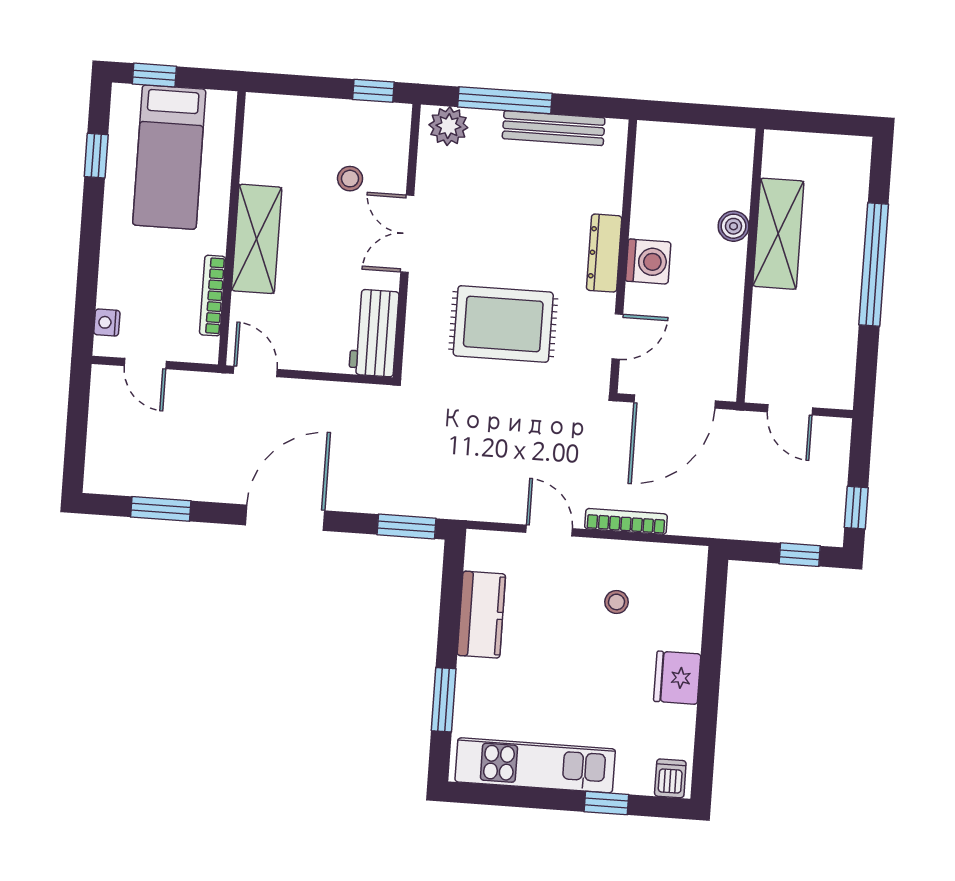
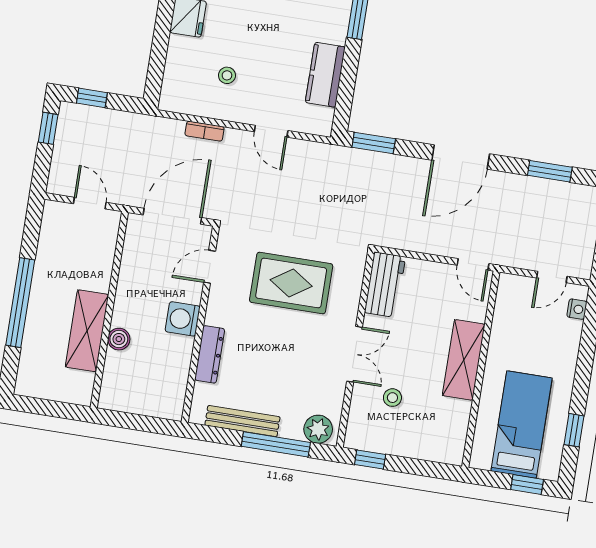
dresser: (604, 253) -> (210, 354), moved
bookcase: (213, 296) -> (499, 322), removed
door: (145, 364) -> (552, 277), swing flipped
bookcase: (626, 521) -> (205, 131), width x0.64

